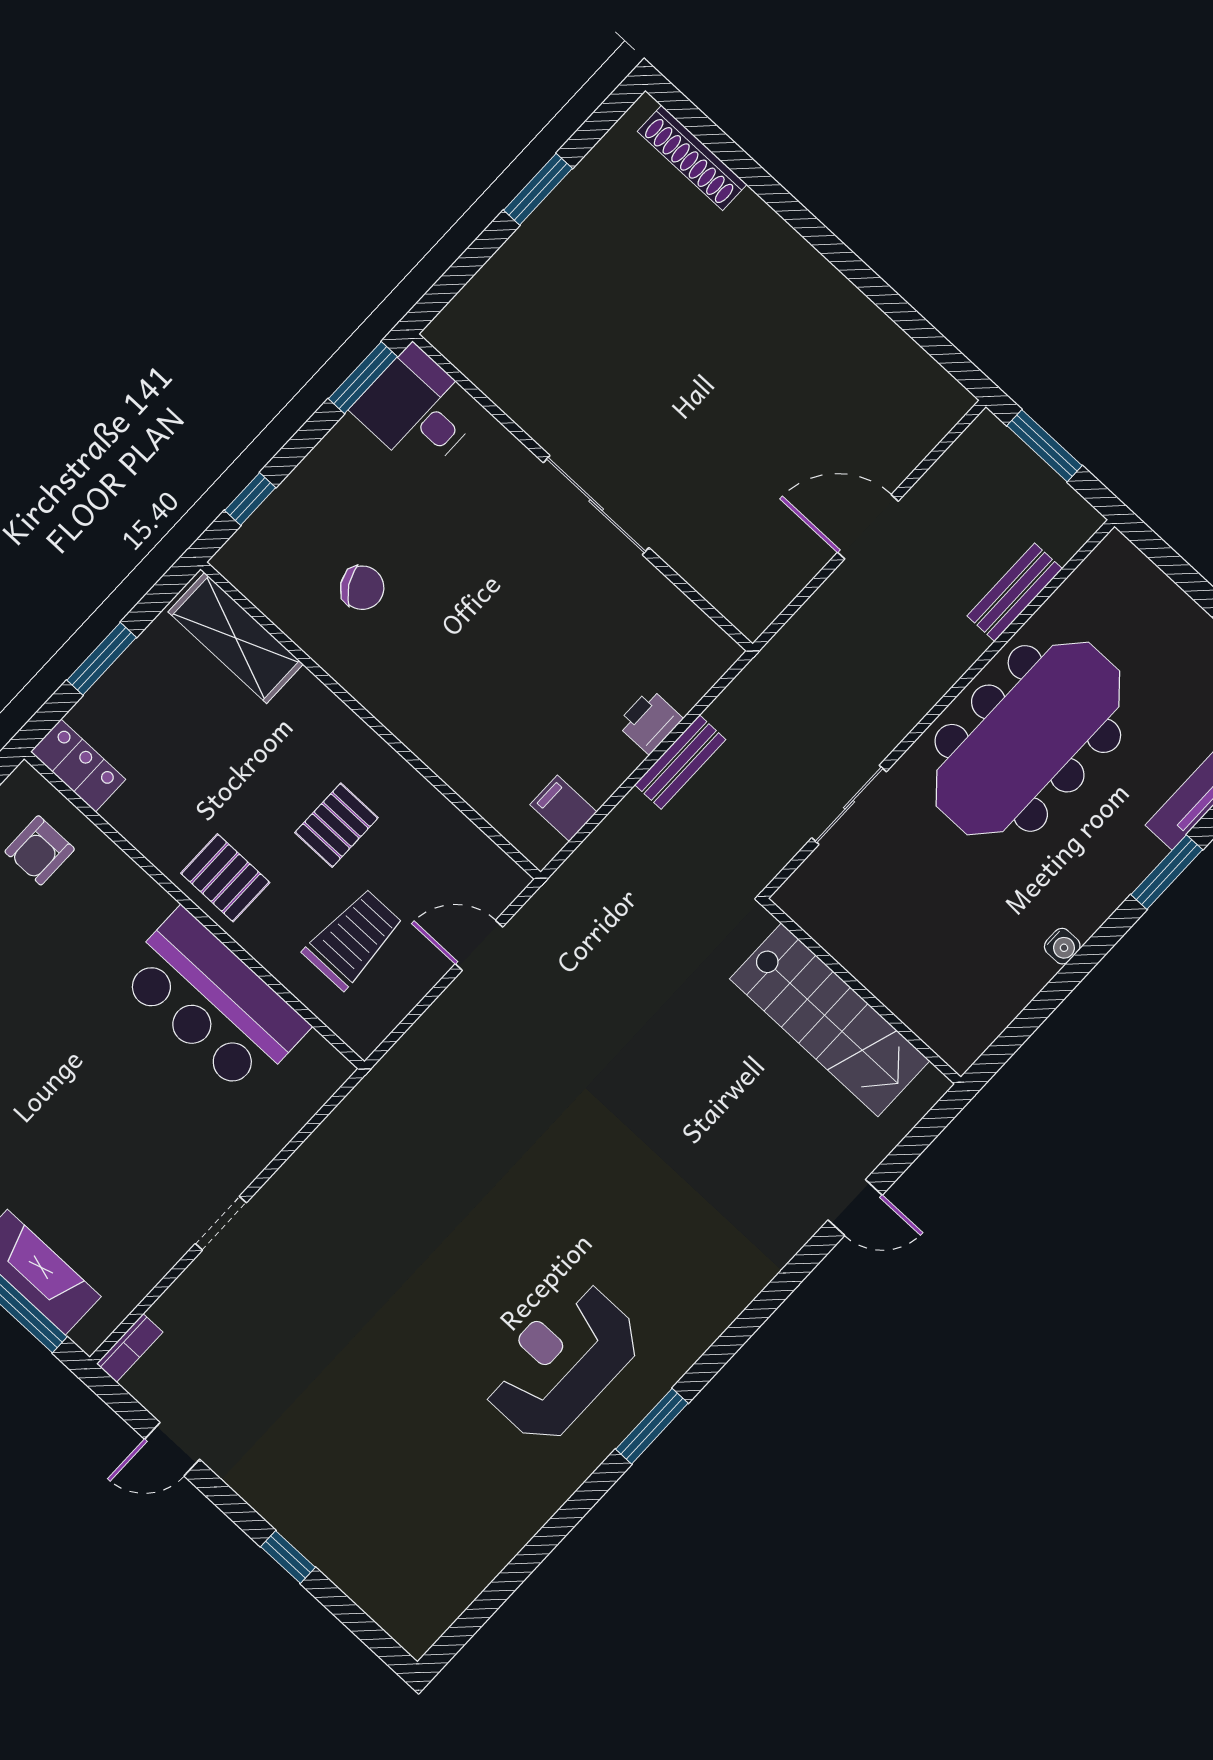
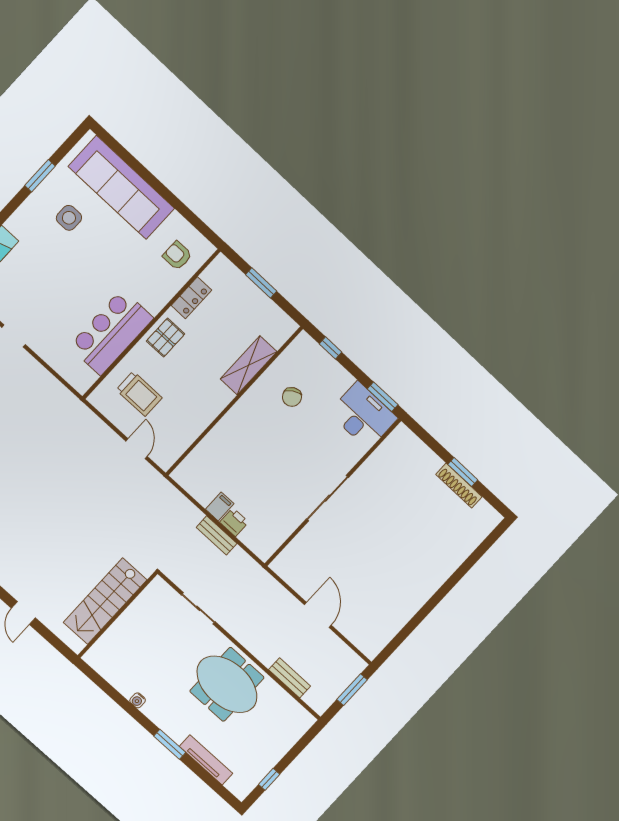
shoe rack: (692, 158) -> (459, 486), moved, turned -90
desk: (418, 410) -> (363, 415), width x1.37
shelving: (236, 638) -> (249, 365), moved
meeting table: (1028, 738) -> (227, 684), width x0.73
locker: (78, 765) -> (191, 298), moved
filing cabinet: (563, 808) -> (220, 506), moved
pallet: (336, 825) -> (189, 386), removed

